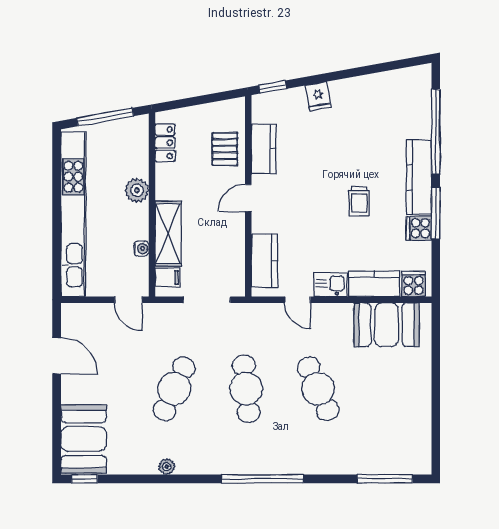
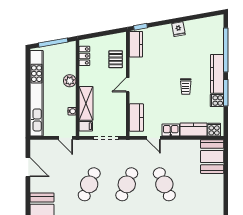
fridge: (318, 96) -> (178, 29), moved
kitchen counter: (264, 149) -> (136, 44), moved
booth: (386, 325) -> (212, 157), moved, turned 90
cafe table: (246, 389) -> (127, 184), turned 30

